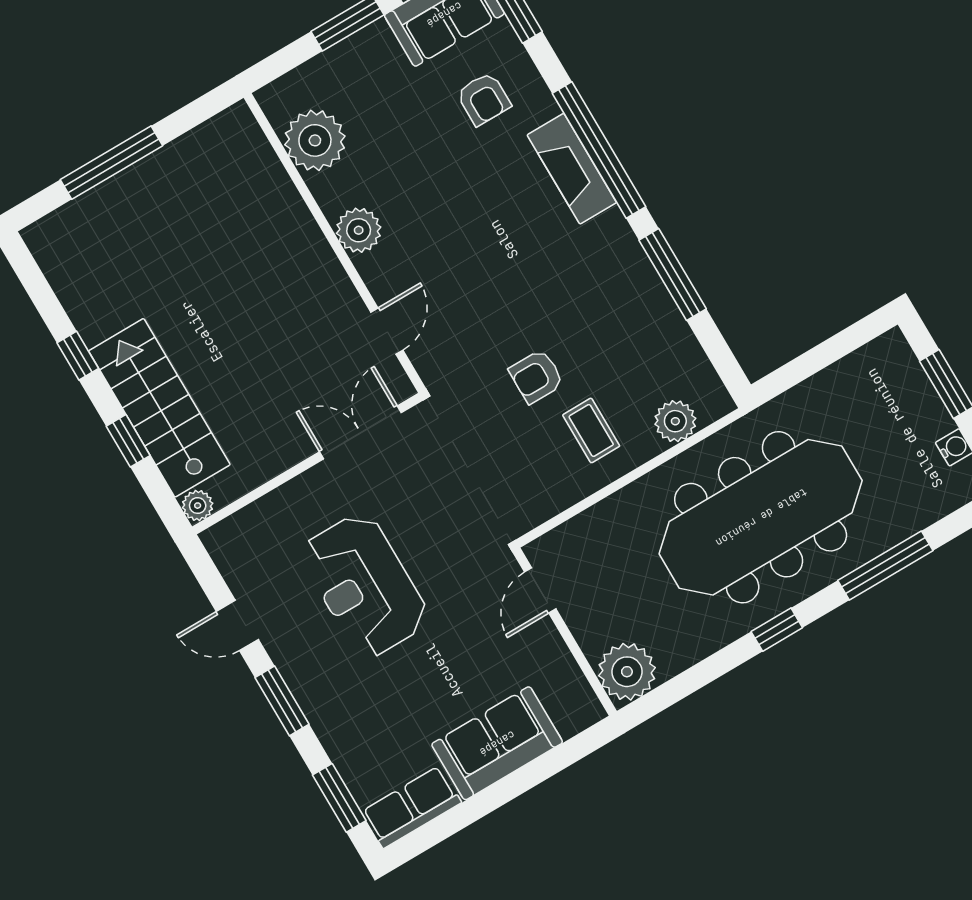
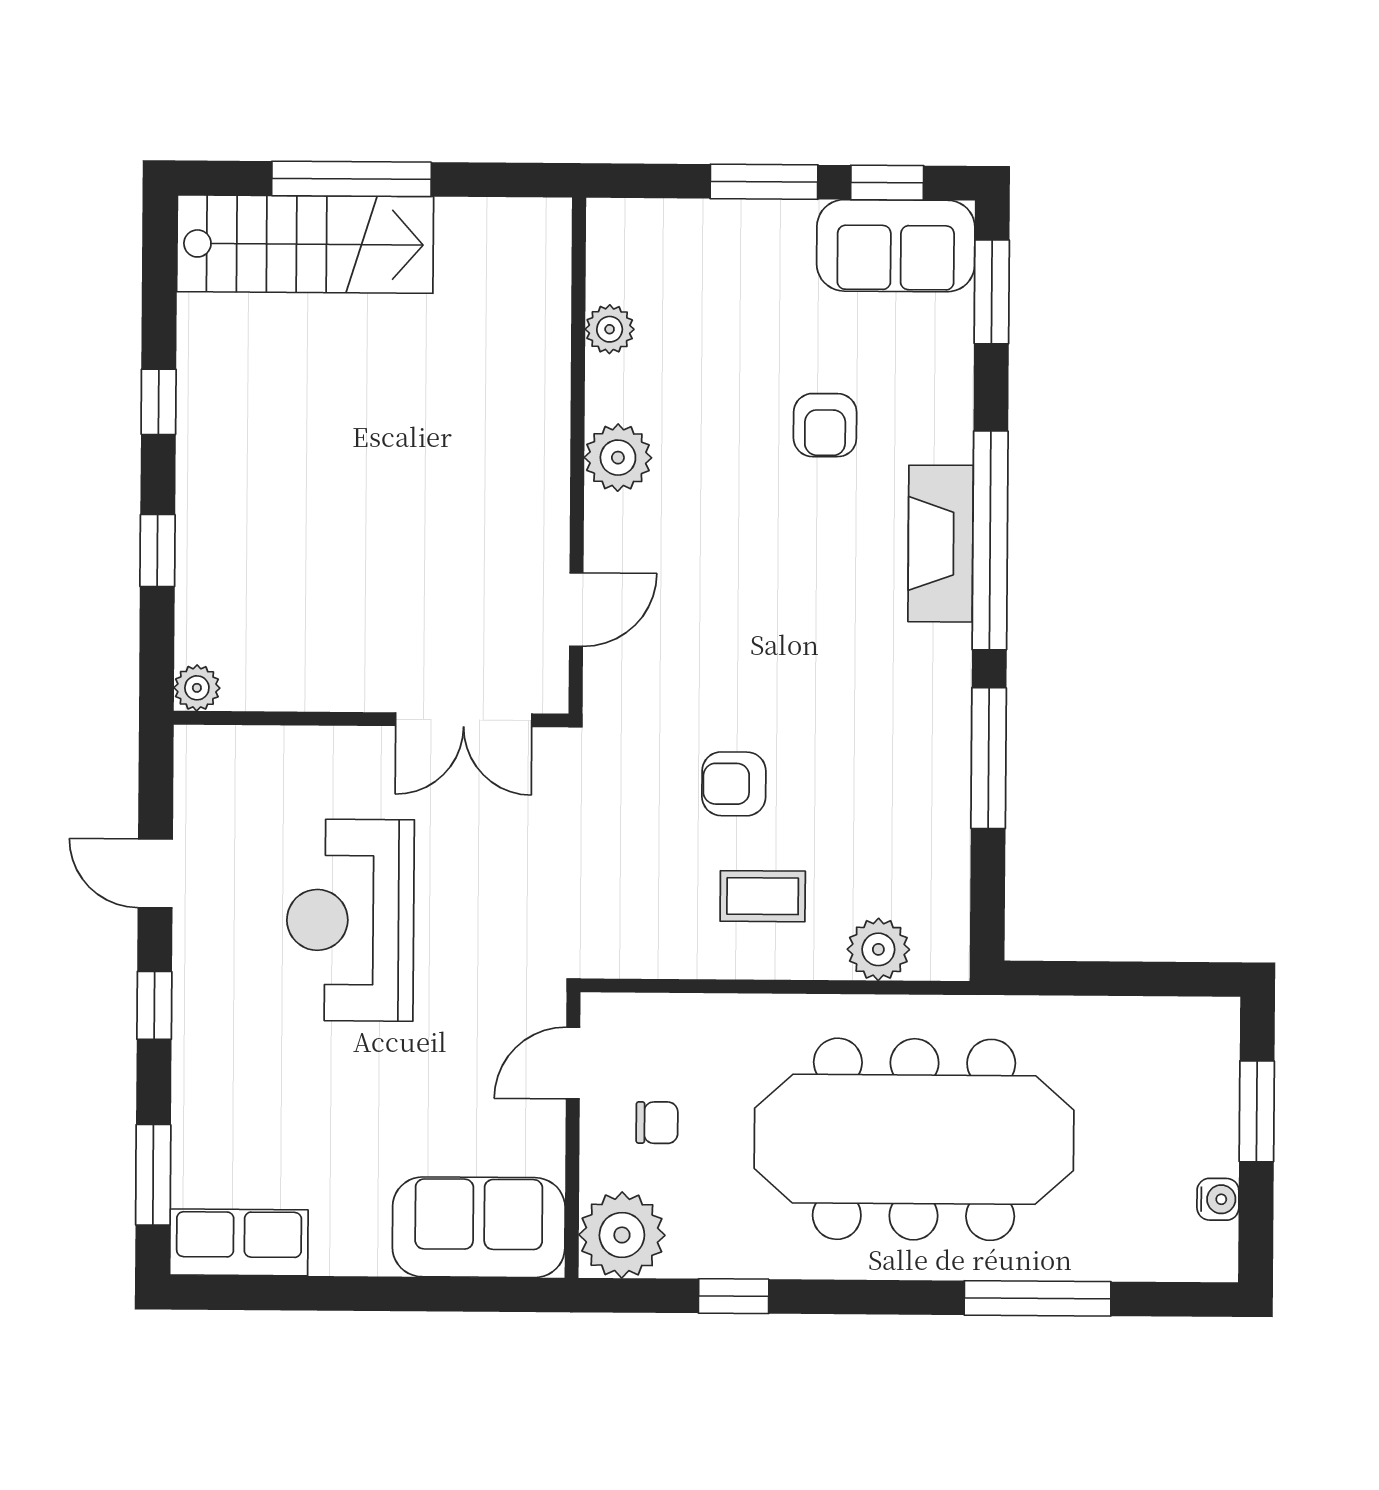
armchair: (484, 99) -> (825, 425), moved
plant: (315, 140) -> (610, 329), width x0.53, depth x0.53
stairs: (159, 408) -> (305, 244), moved, turned 90
coffee table: (591, 430) -> (763, 896), turned 90
double door: (360, 432) -> (464, 720), swing flipped
chair: (608, 596) -> (657, 1123), added
window: (777, 630) -> (734, 1296), moved
window: (282, 701) -> (154, 1005), width x0.67
sofa: (497, 743) -> (479, 1227), moved

